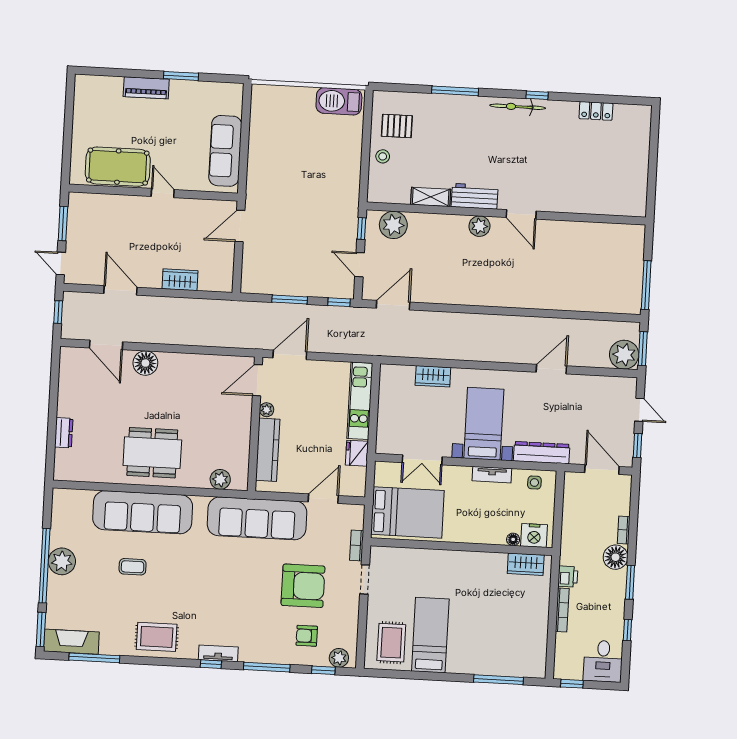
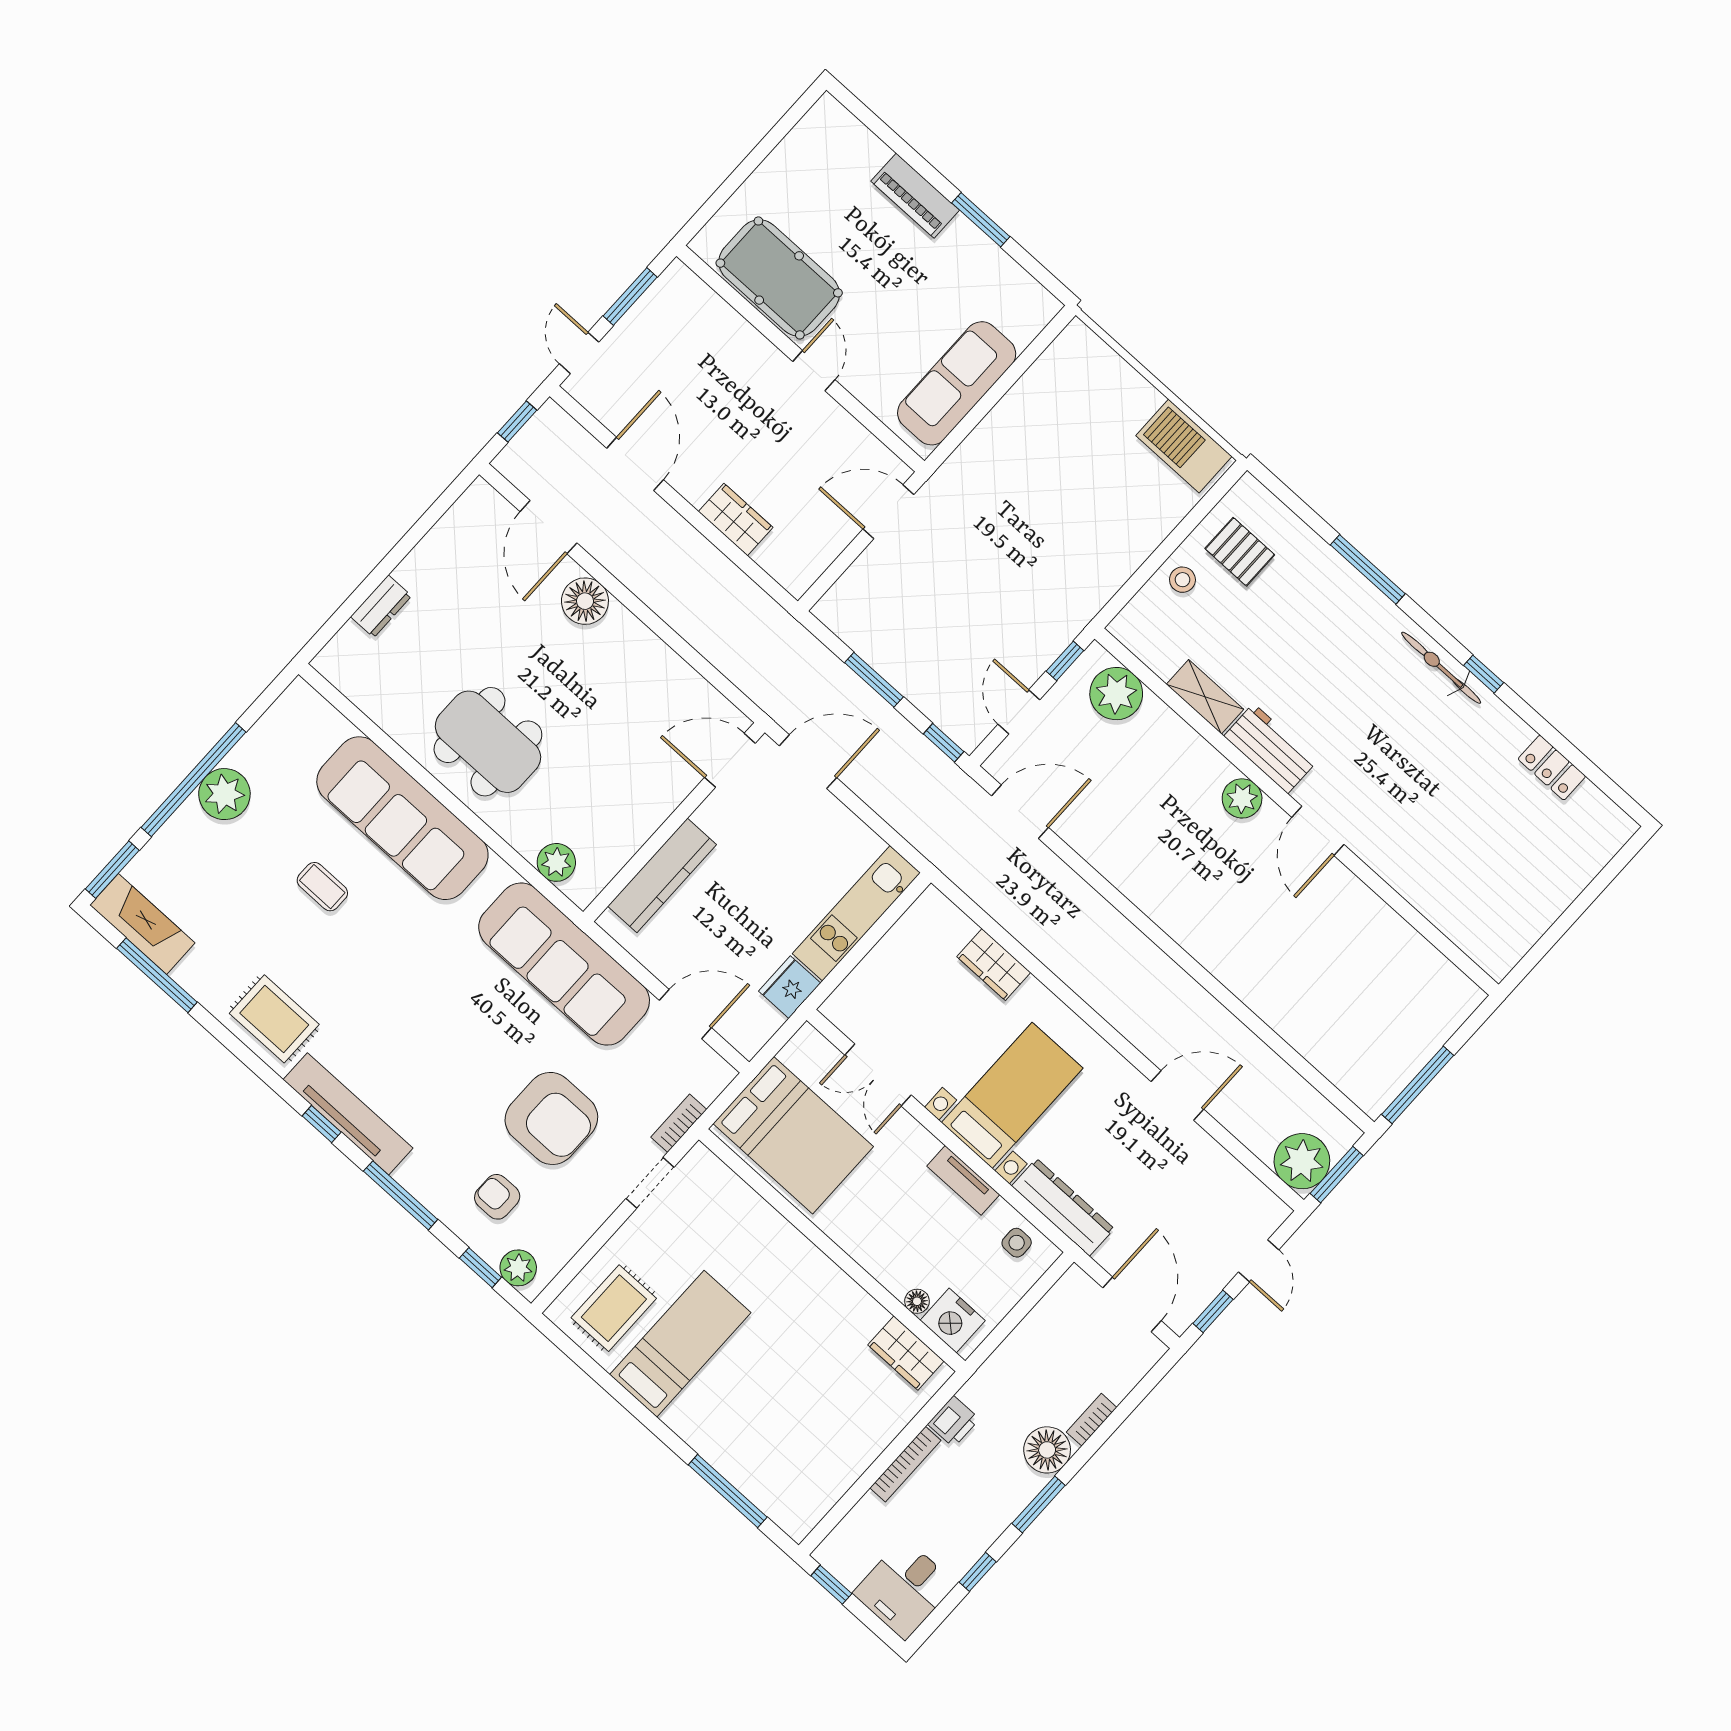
plant: (267, 410) -> (708, 815), removed
tv unit: (218, 653) -> (348, 1114), width x1.92, depth x1.29

